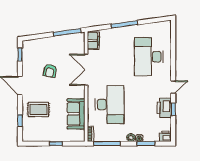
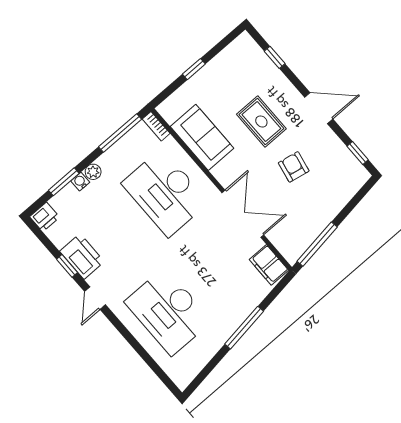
desk: (149, 57) -> (168, 311), turned 180
rug: (38, 109) -> (261, 122), moved, turned 90

